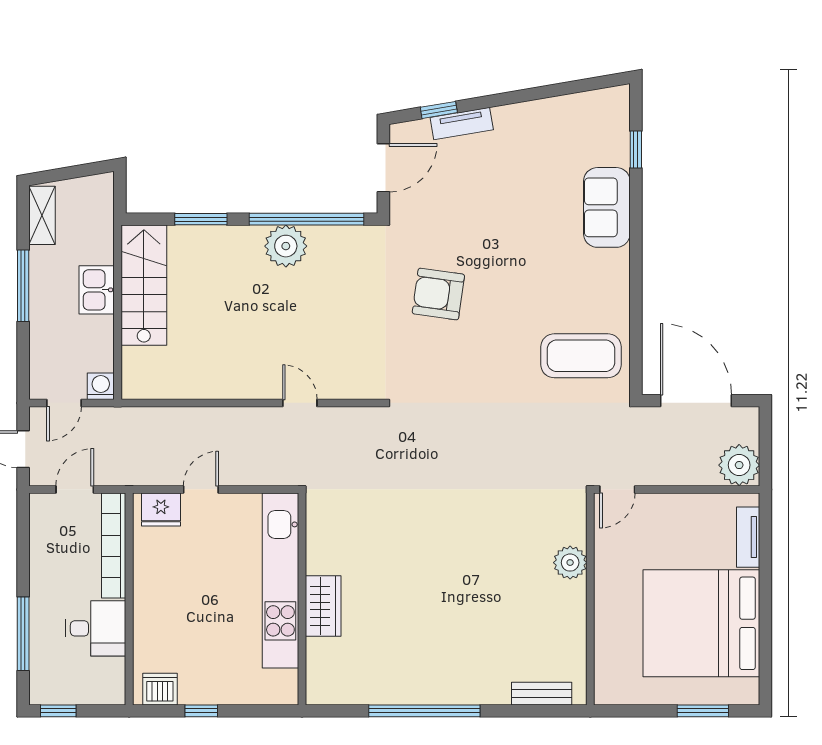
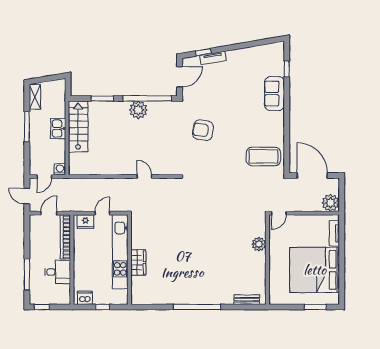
kitchen unit: (280, 581) -> (120, 252), moved
wall: (302, 599) -> (129, 260), moved
wardrobe: (323, 606) -> (138, 263), moved

